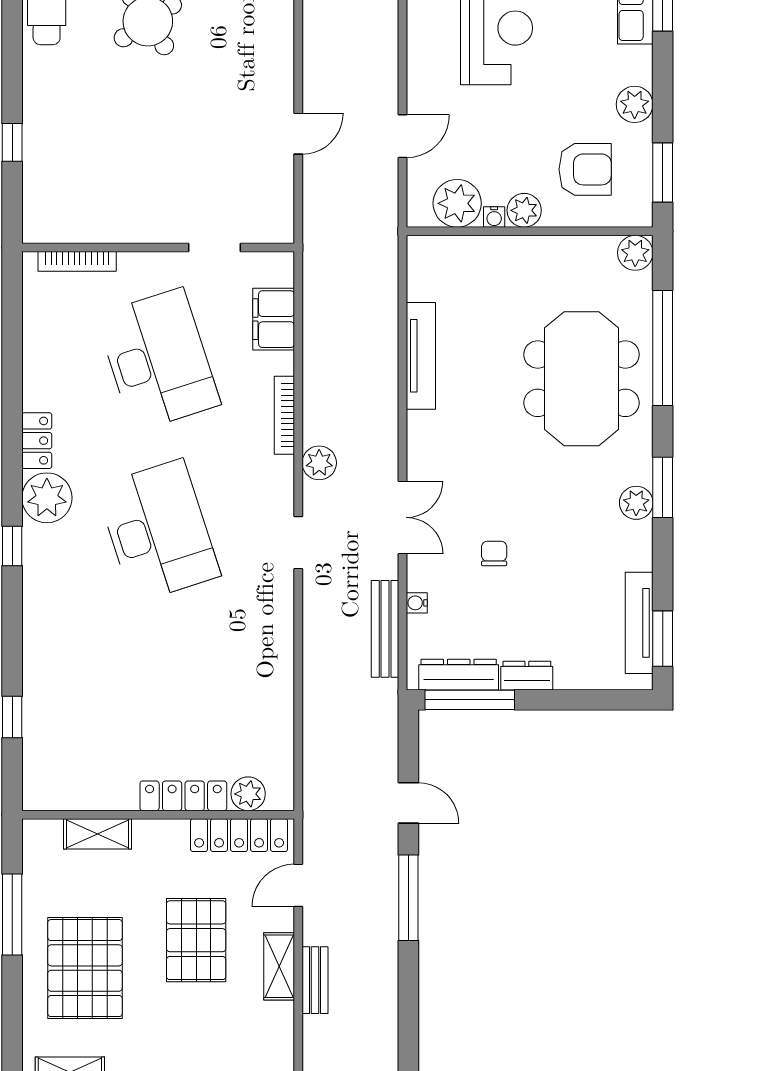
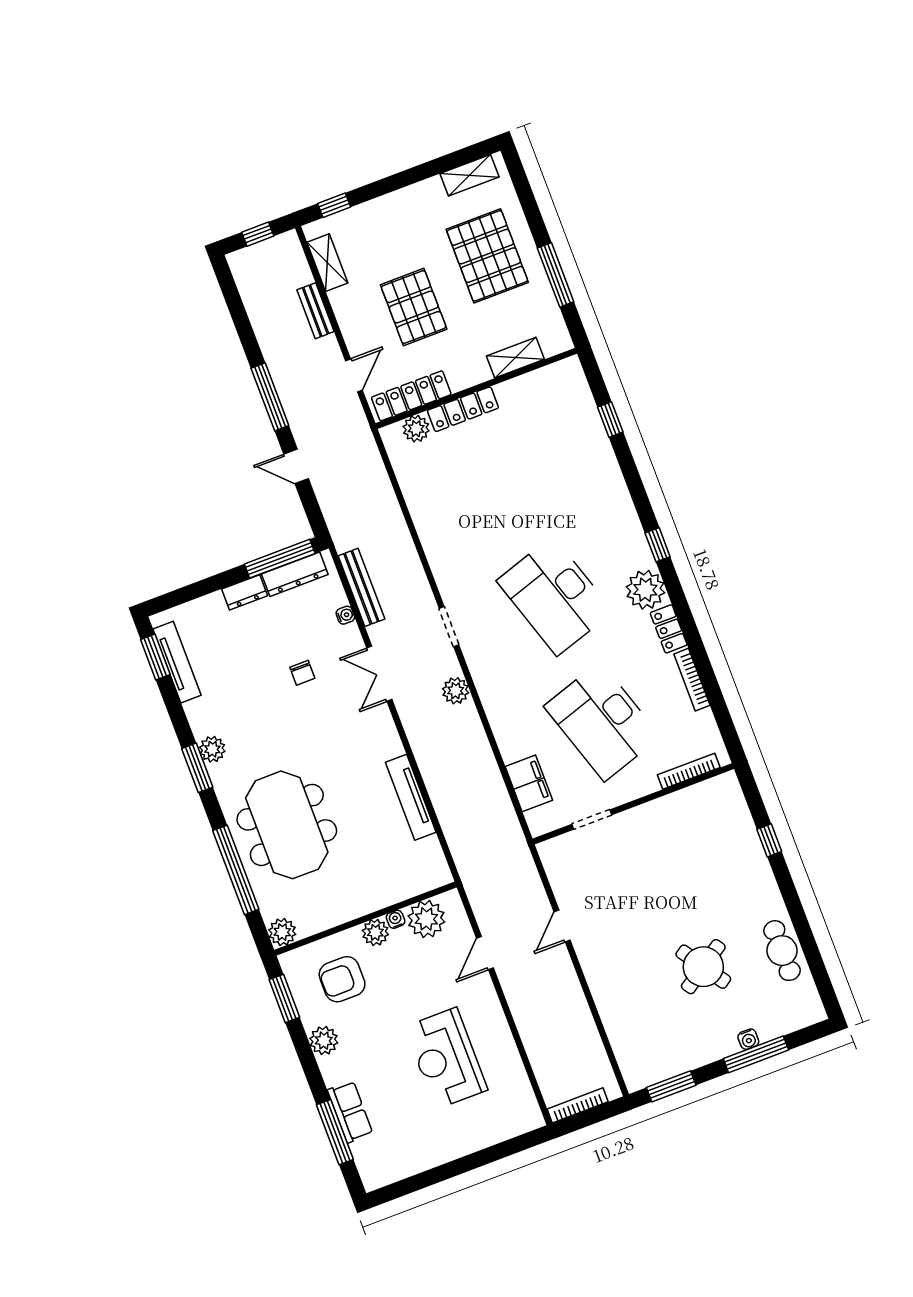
bookcase: (284, 415) -> (692, 680), moved, turned 180
shelving: (279, 966) -> (327, 263), moved

